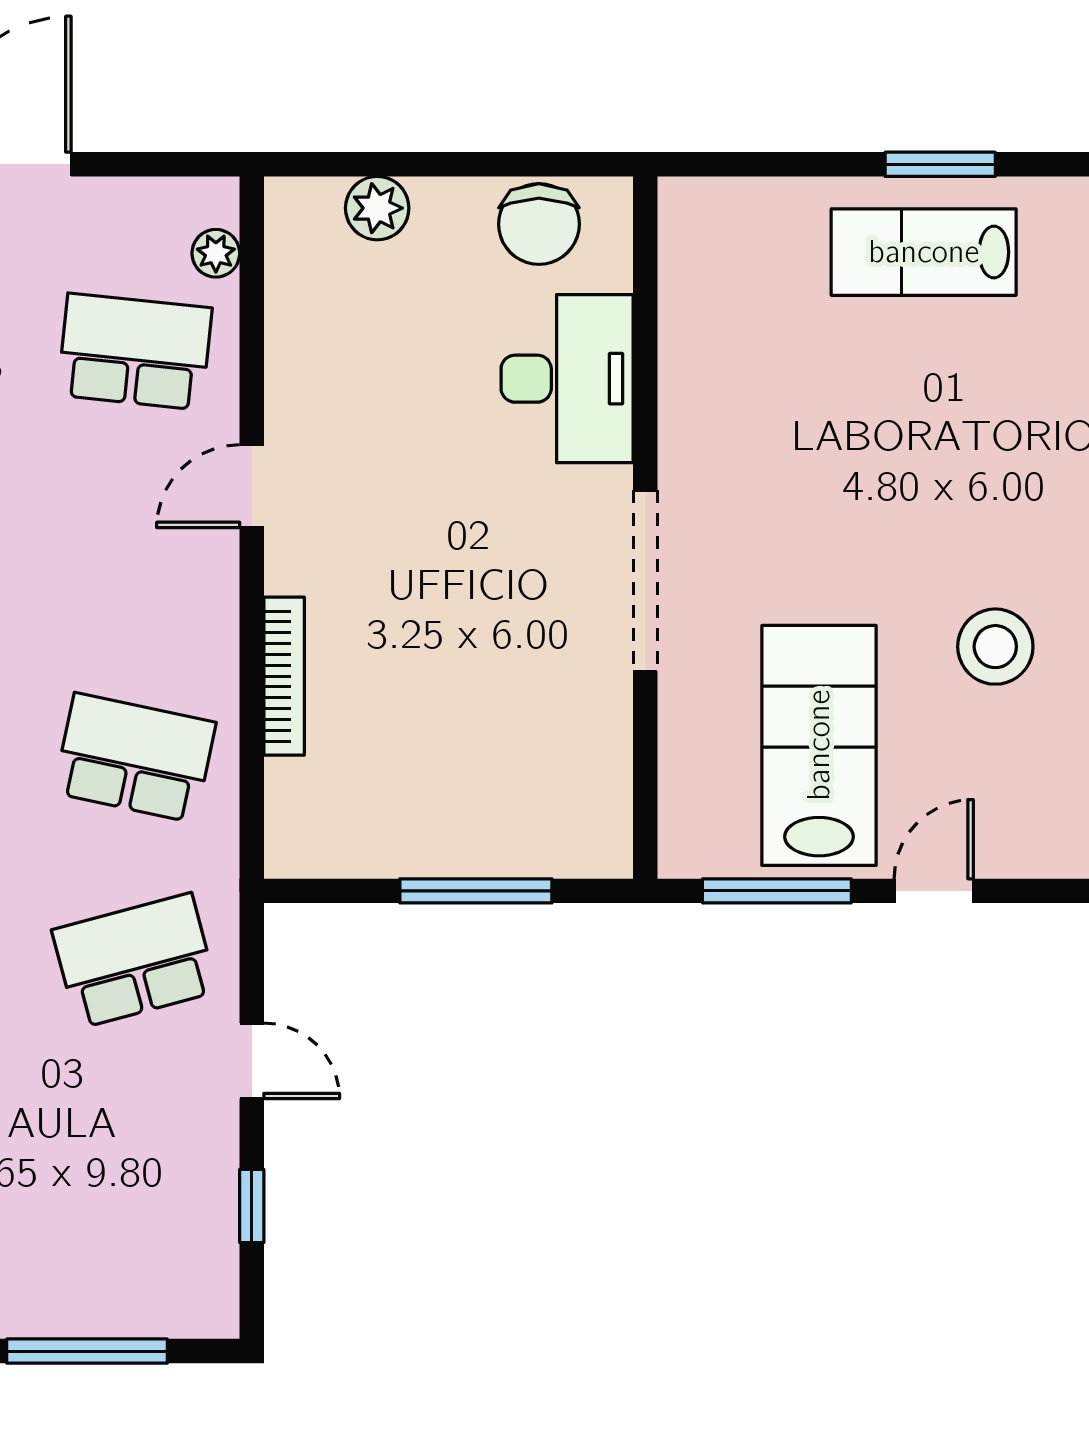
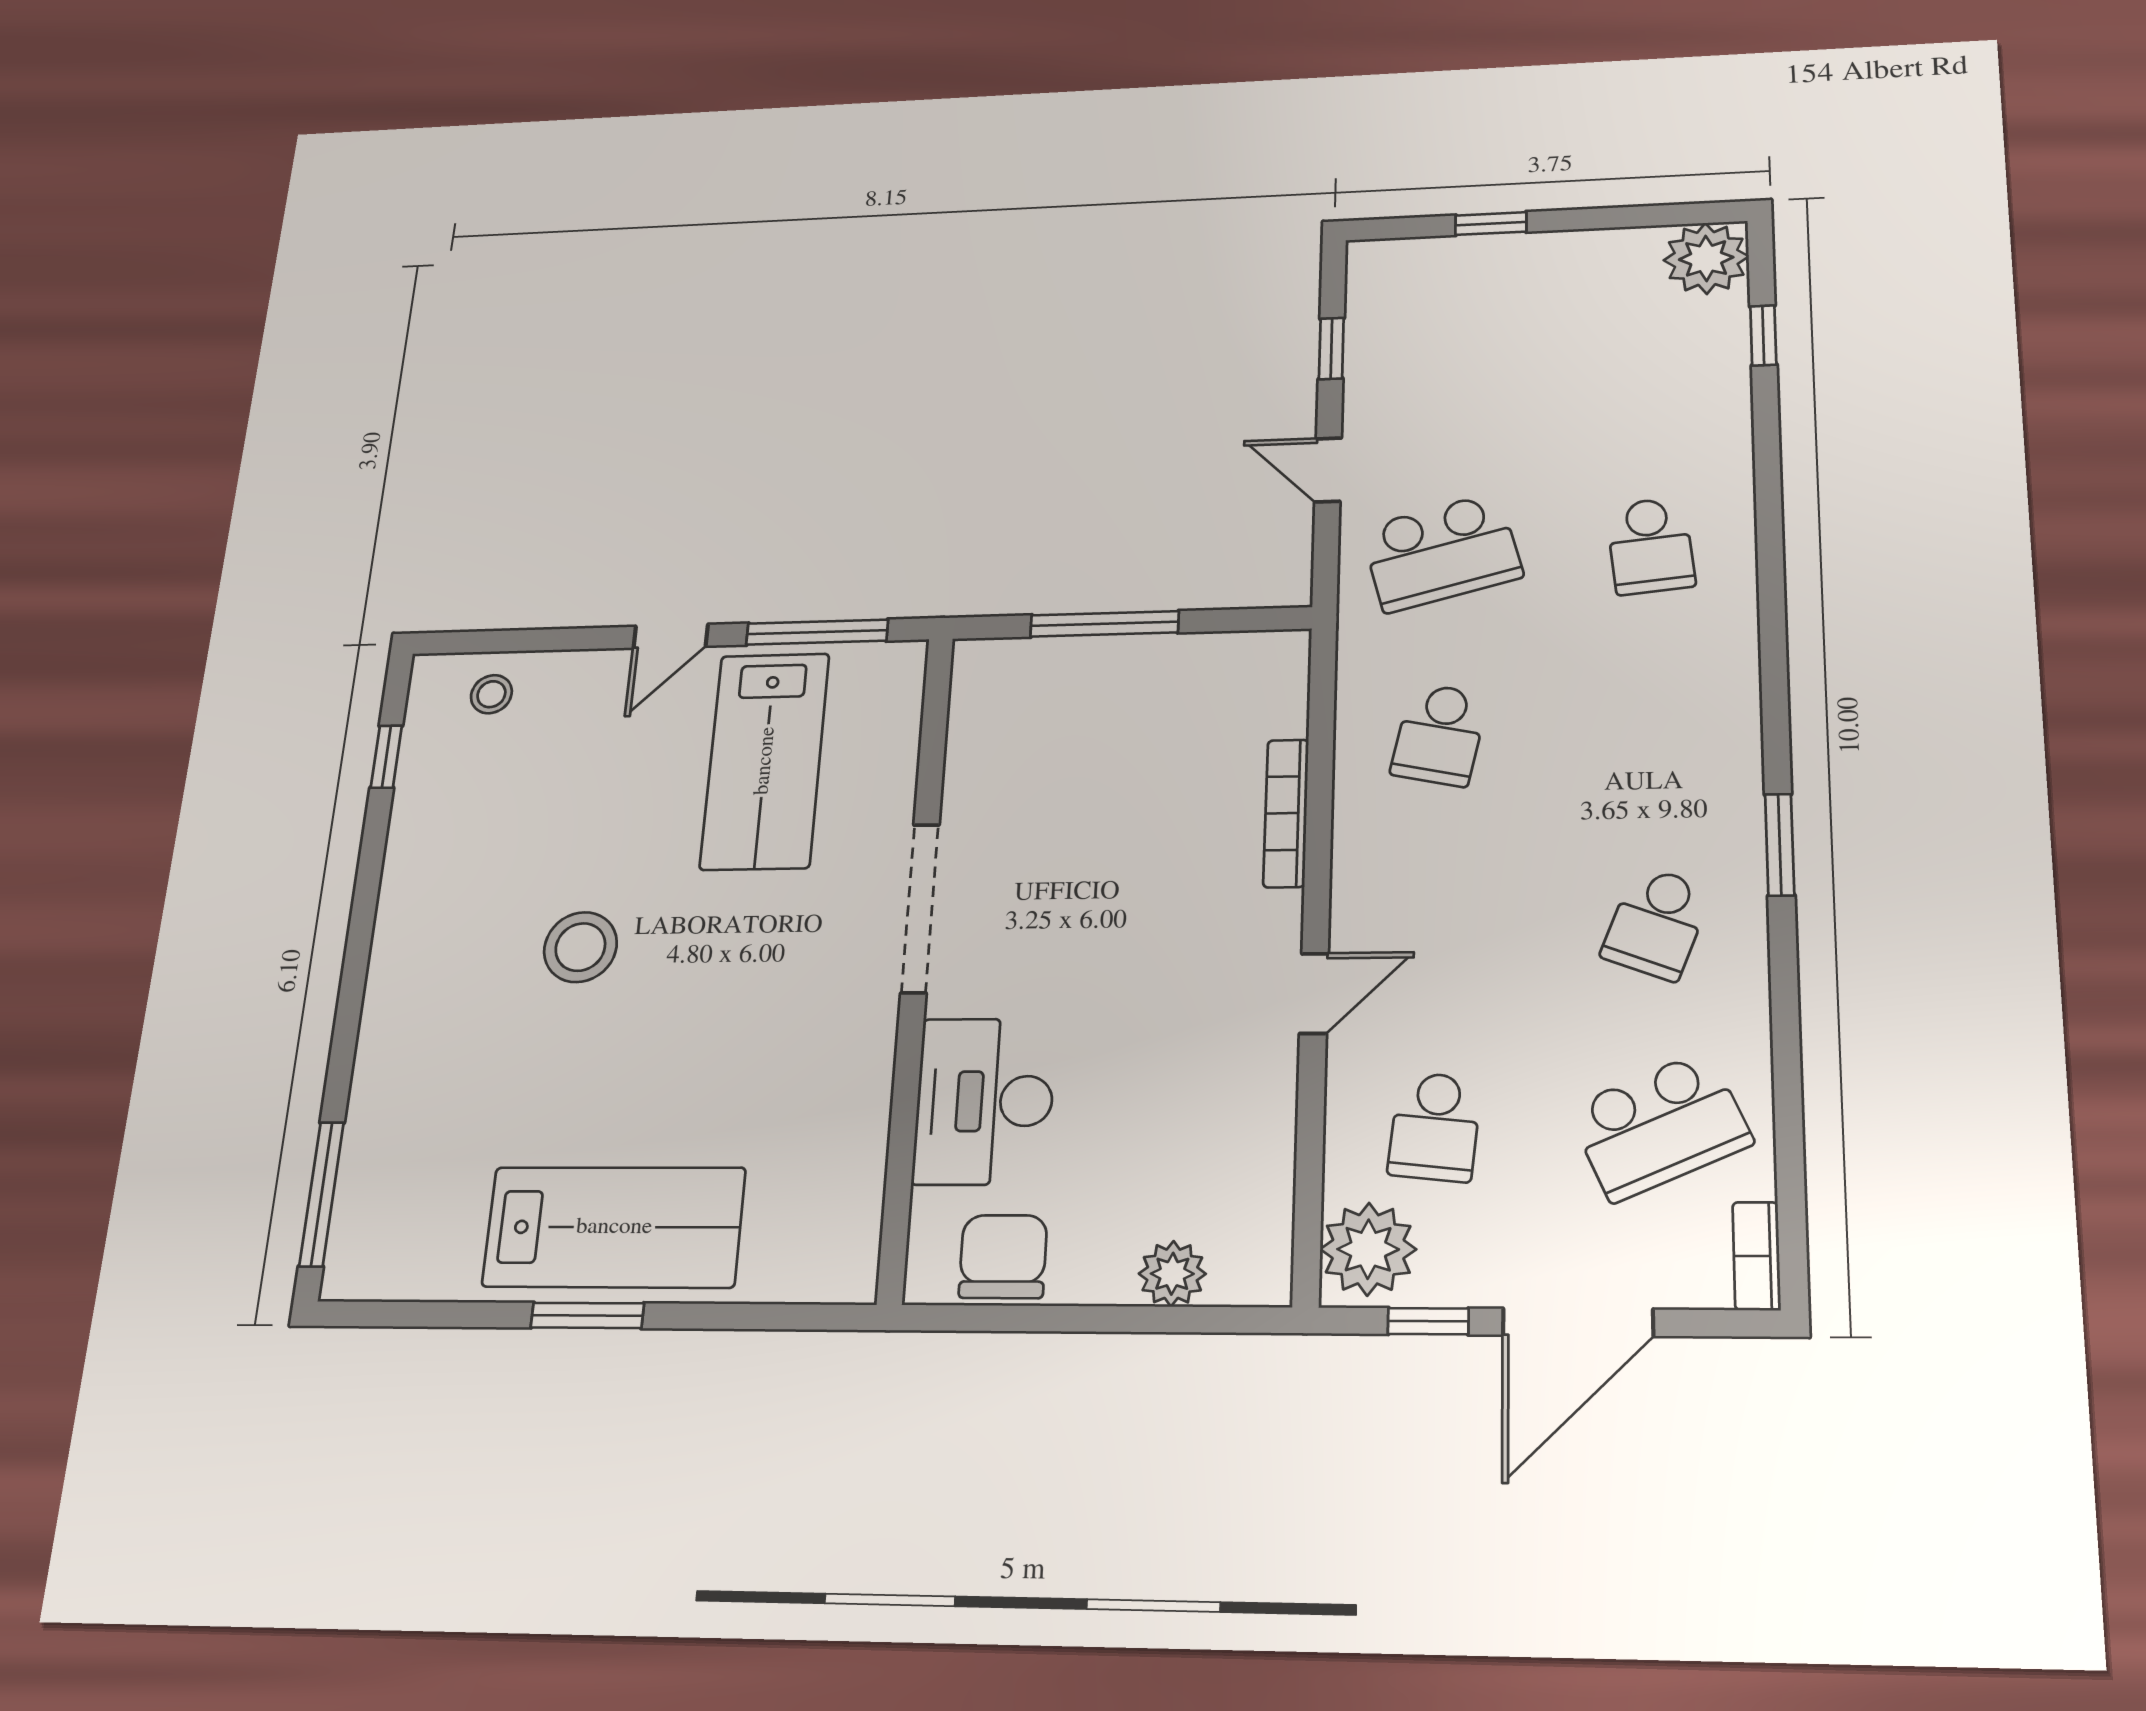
window: (139, 164) -> (1428, 1321), added
lab bench: (924, 252) -> (614, 1227), width x1.36, depth x1.39
plant: (216, 253) -> (1368, 1249), width x1.87, depth x1.87
school desk: (135, 352) -> (1435, 1127), width x0.54
stool: (995, 647) -> (580, 947), moved
school desk: (135, 758) -> (1439, 735), width x0.54
window: (87, 1351) -> (1491, 224), width x0.46

